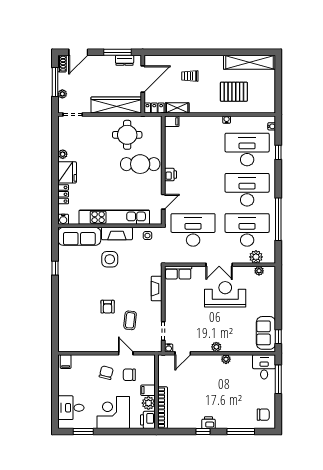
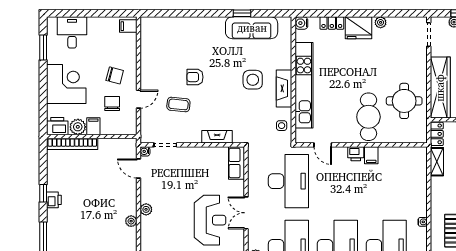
filing cabinet: (172, 121) -> (371, 155), moved
sofa: (79, 236) -> (252, 28), moved, turned -90

